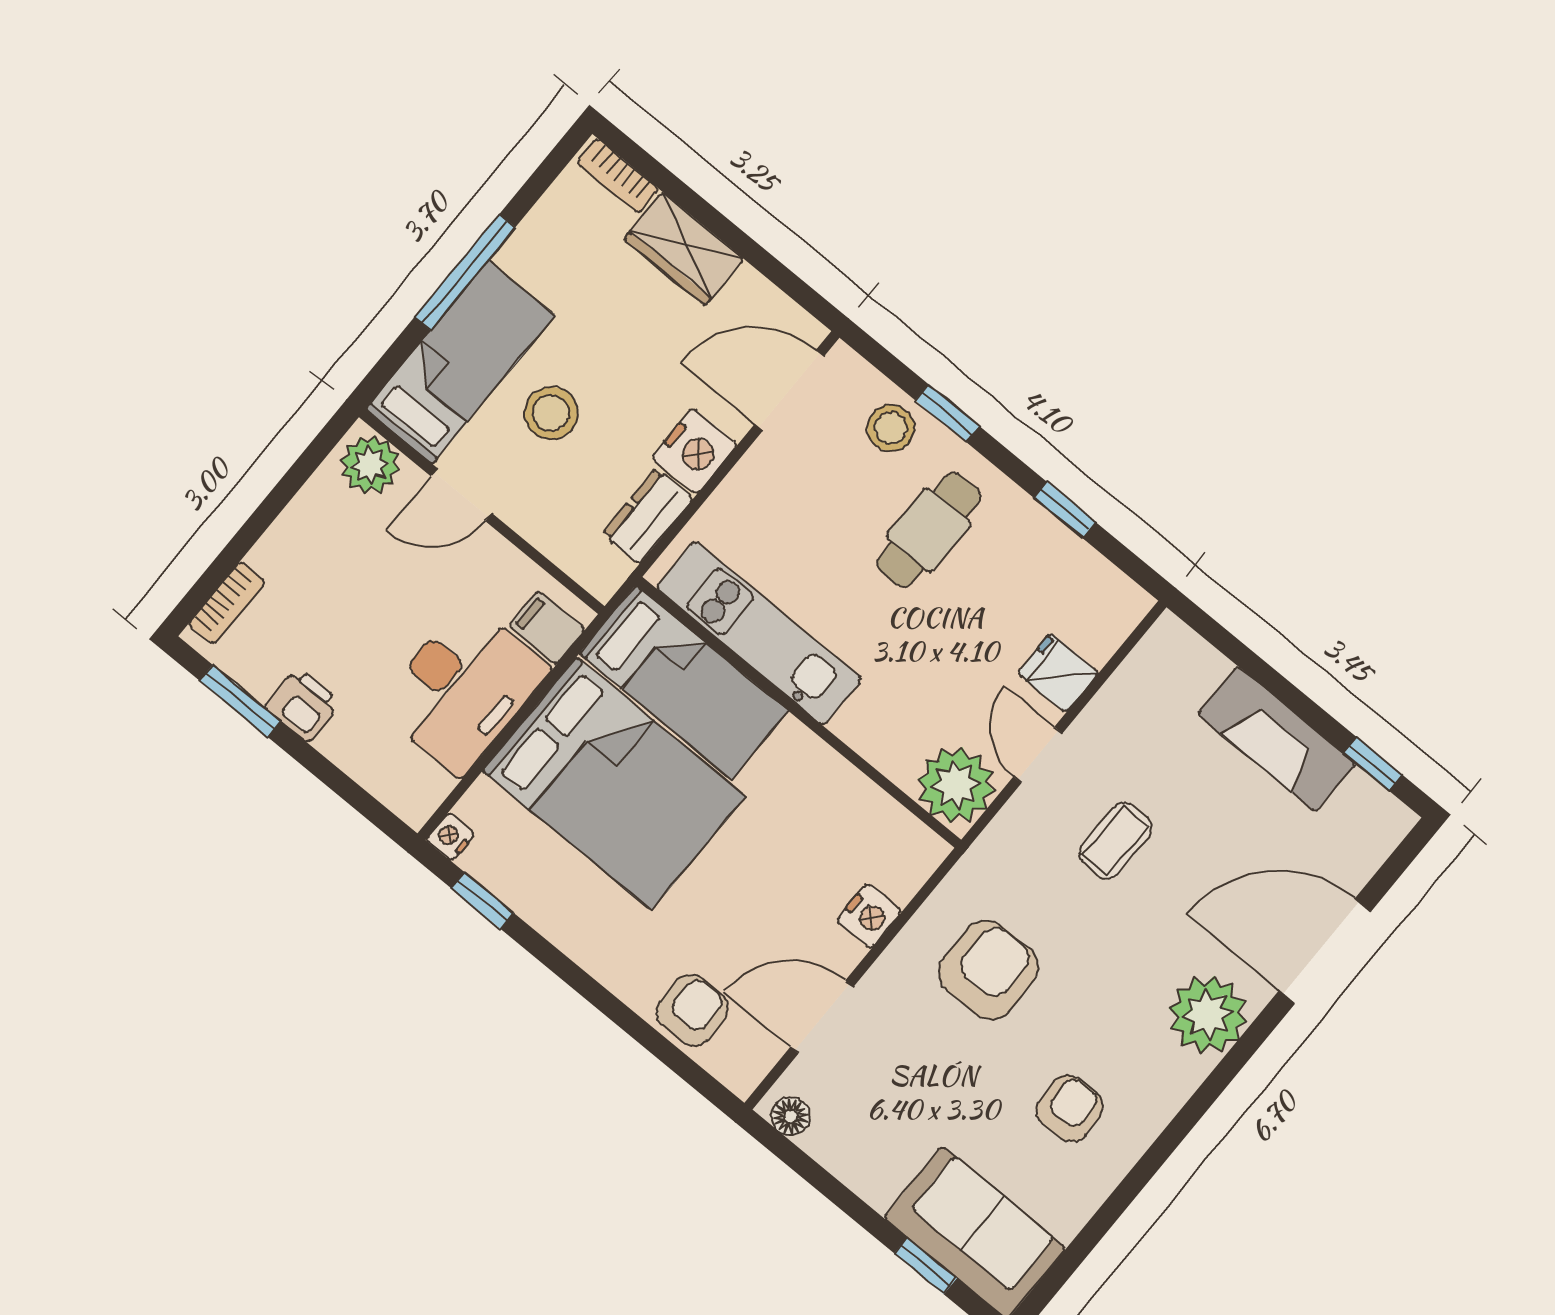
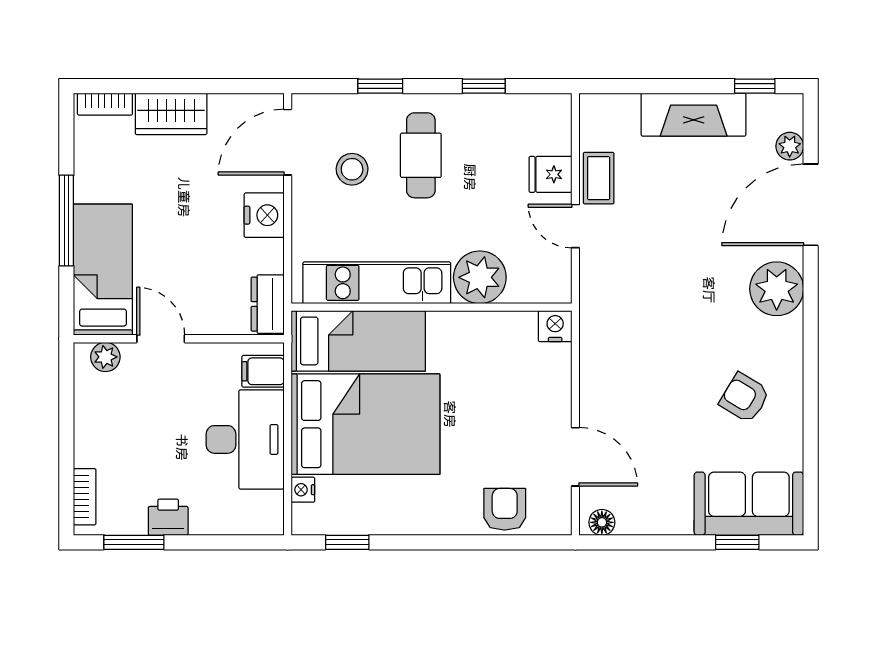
stool: (551, 413) -> (173, 257), removed
stool: (891, 428) -> (352, 169), moved
plant: (370, 465) -> (105, 357), width x0.73, depth x0.73
door: (461, 495) -> (161, 339), swing flipped
dresser: (648, 516) -> (268, 304), moved
plant: (956, 785) -> (480, 277), moved
nightstand: (450, 837) -> (303, 490), moved
coffee table: (1116, 841) -> (599, 178), moved
plant: (1356, 865) -> (790, 146), added
nightstand: (869, 916) -> (555, 326), moved, turned -90
armchair: (988, 970) -> (642, 360), removed
door: (822, 1017) -> (575, 457), swing flipped
armchair: (1069, 1108) -> (745, 398), turned -56

